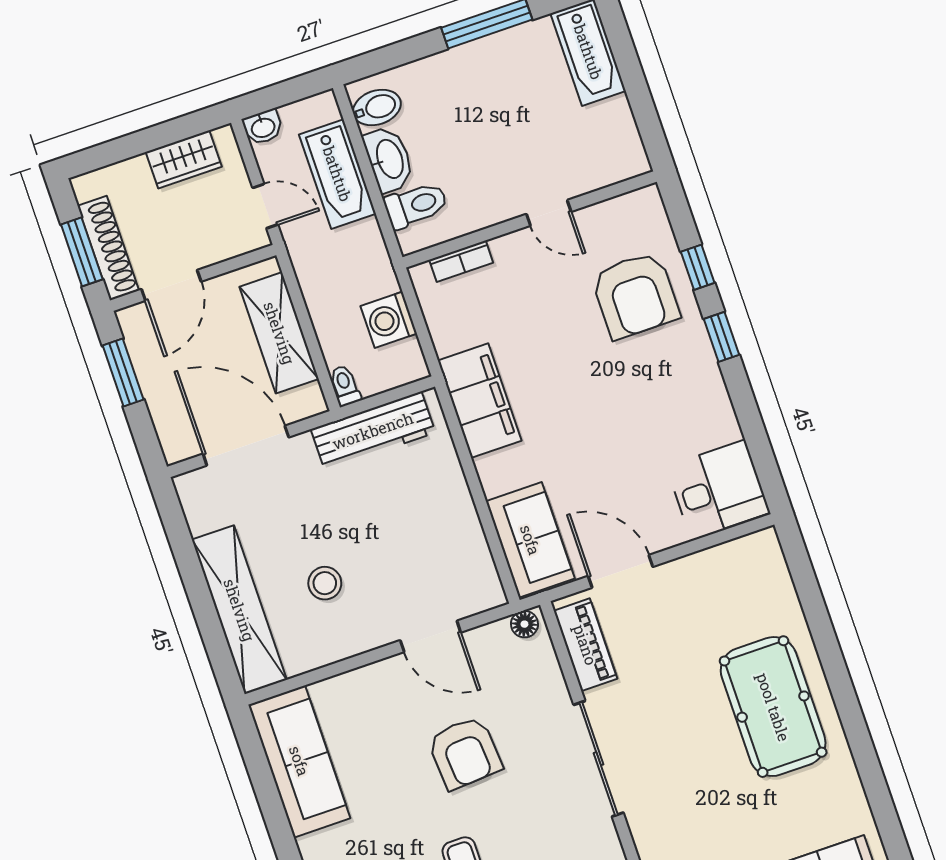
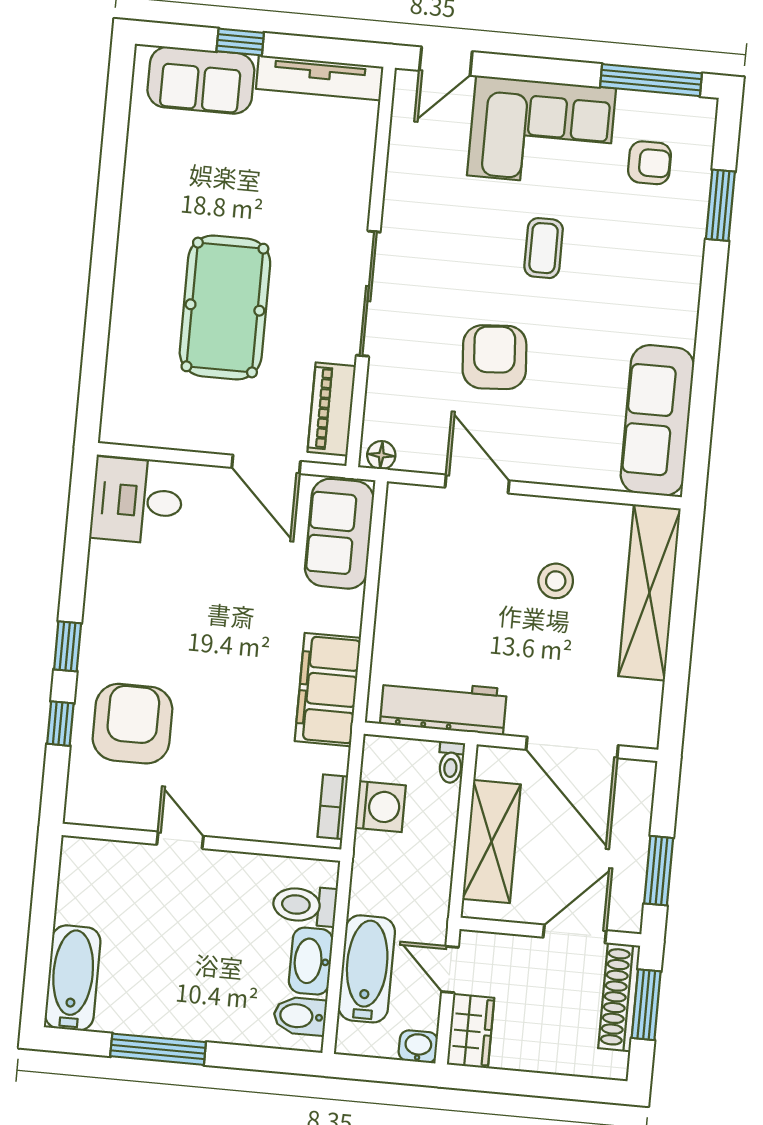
wardrobe: (184, 159) -> (471, 1031), moved, turned 90
bookcase: (461, 261) -> (333, 807), moved, turned -90
pool table: (773, 707) -> (225, 307), moved

